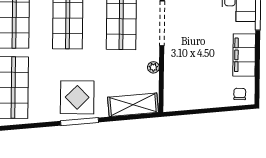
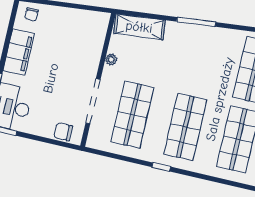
display table: (77, 97) -> (193, 46), removed

